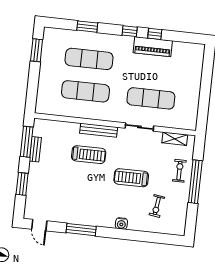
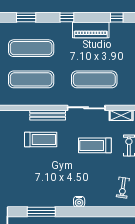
window: (155, 34) -> (117, 17), moved
sliding door: (139, 127) -> (86, 108), width x1.37
treadmill: (131, 178) -> (95, 145), moved
exercise bike: (157, 206) -> (123, 188), moved

